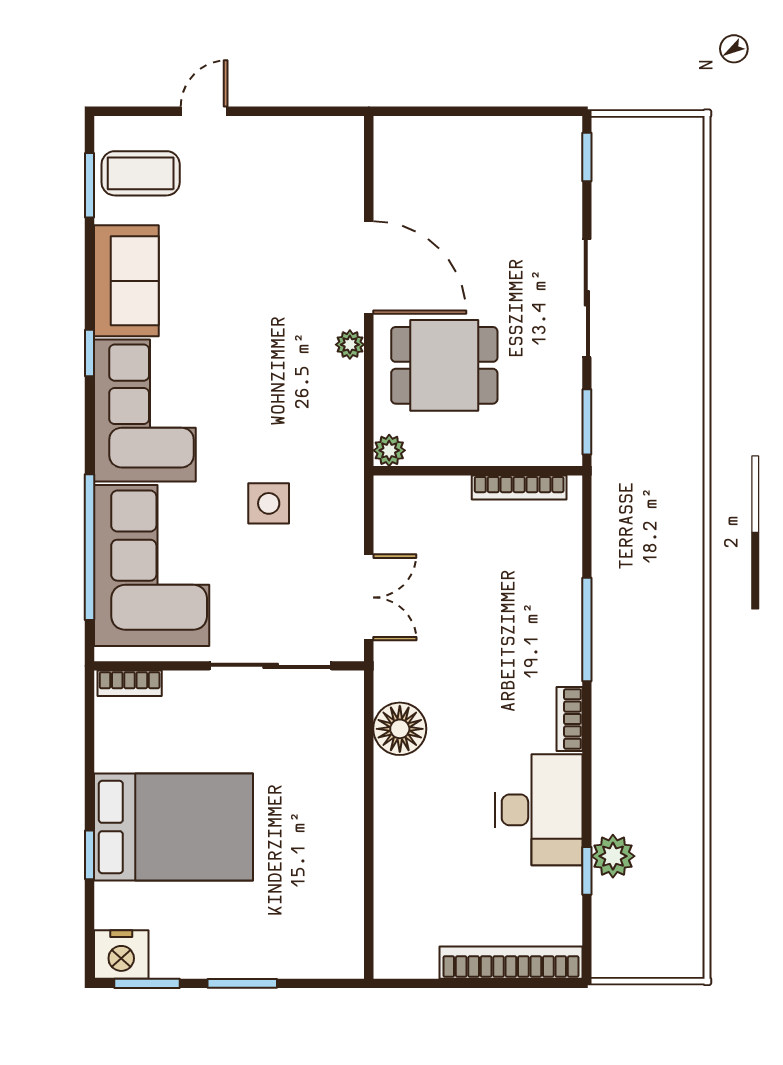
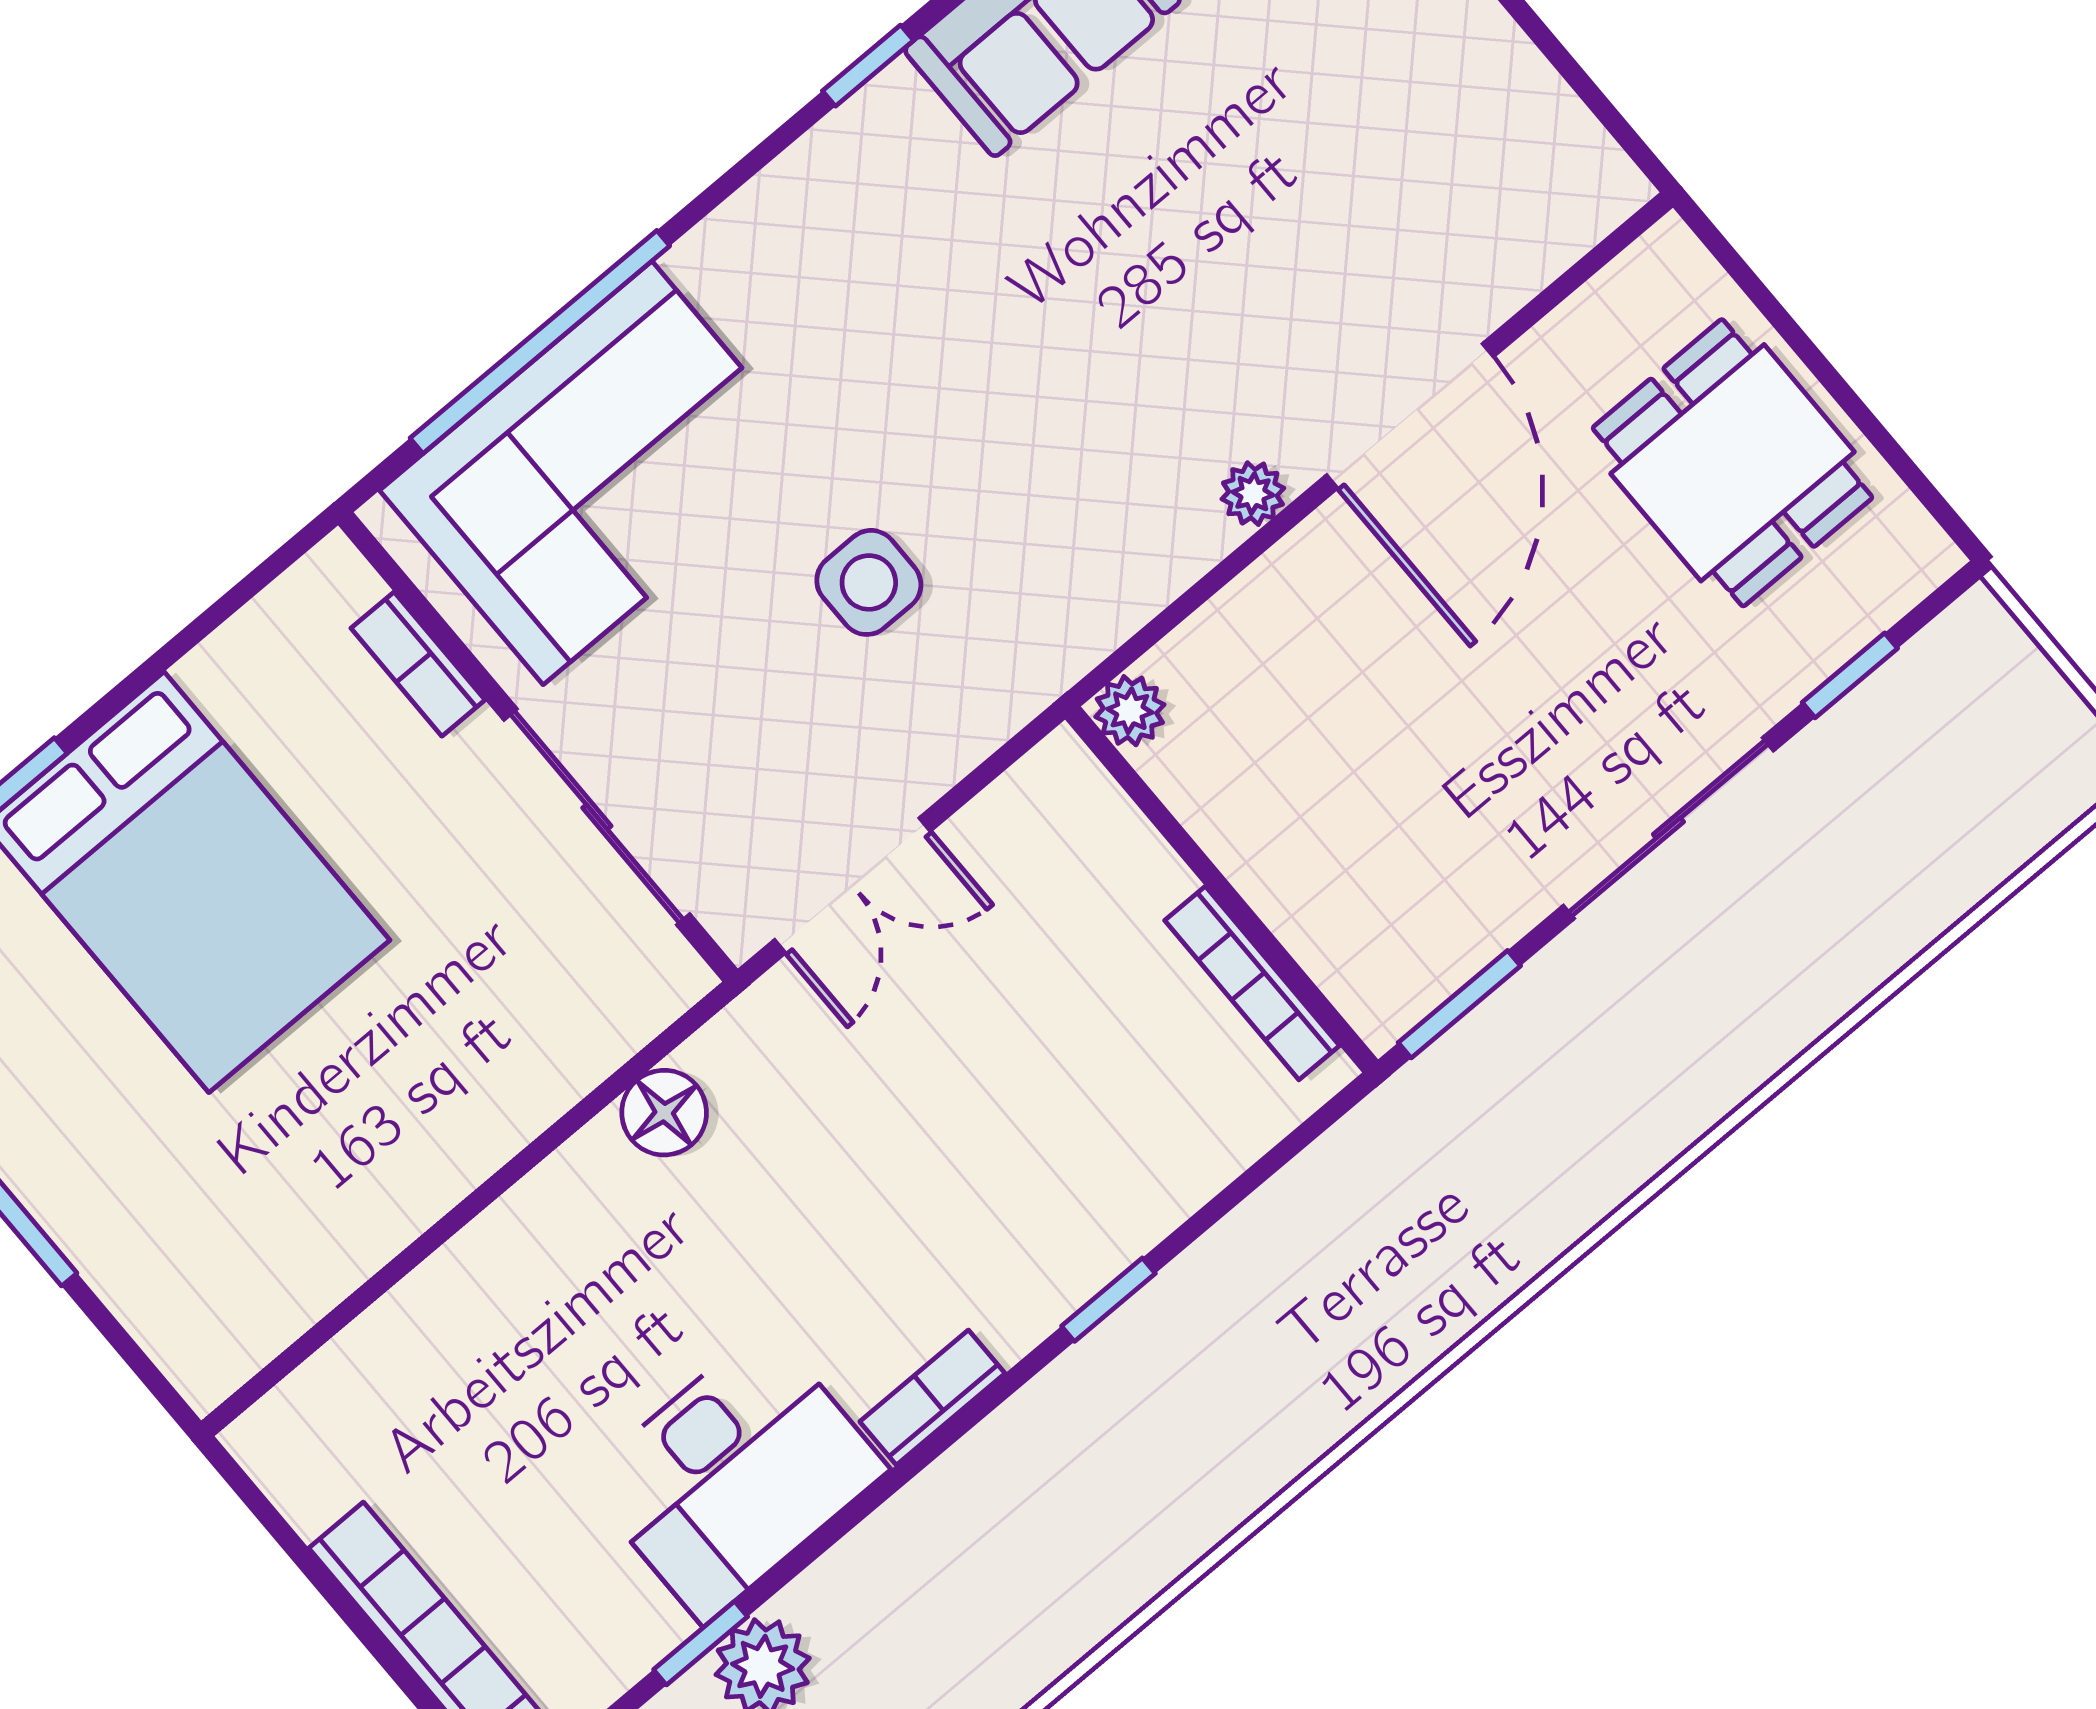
window: (587, 157) -> (1850, 675), moved
dining table: (444, 365) -> (1732, 463), moved
corner sofa: (145, 411) -> (849, 241), removed
window: (587, 630) -> (1108, 1300), width x0.46
bookcase: (130, 683) -> (418, 664), moved
floor lamp: (400, 729) -> (664, 1113), width x0.73, depth x0.73

